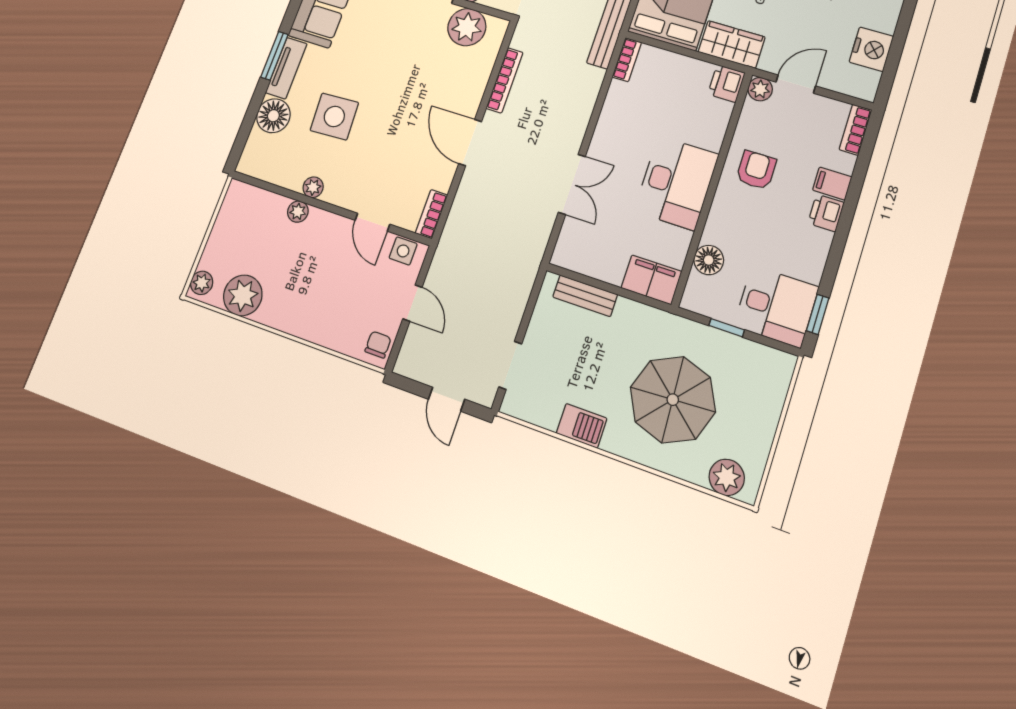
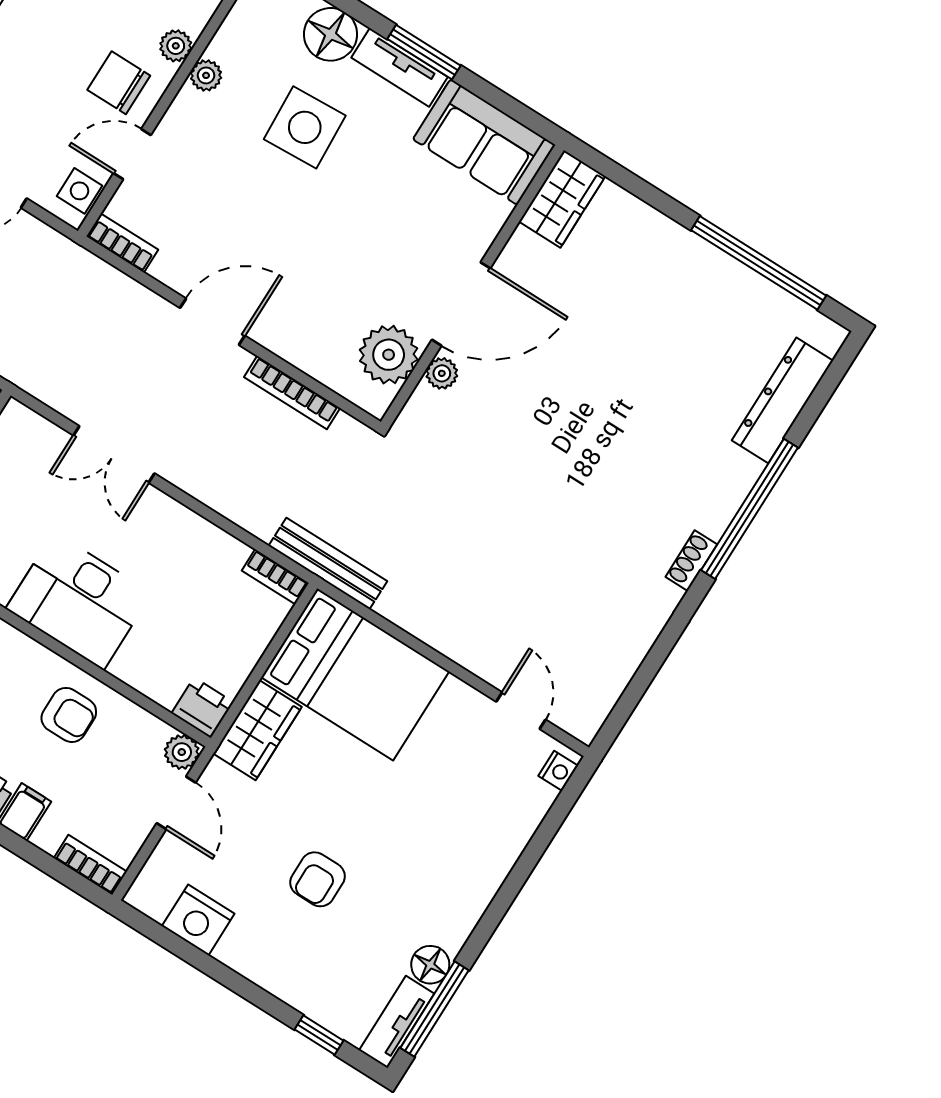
chair: (328, 243) -> (119, 83), added

